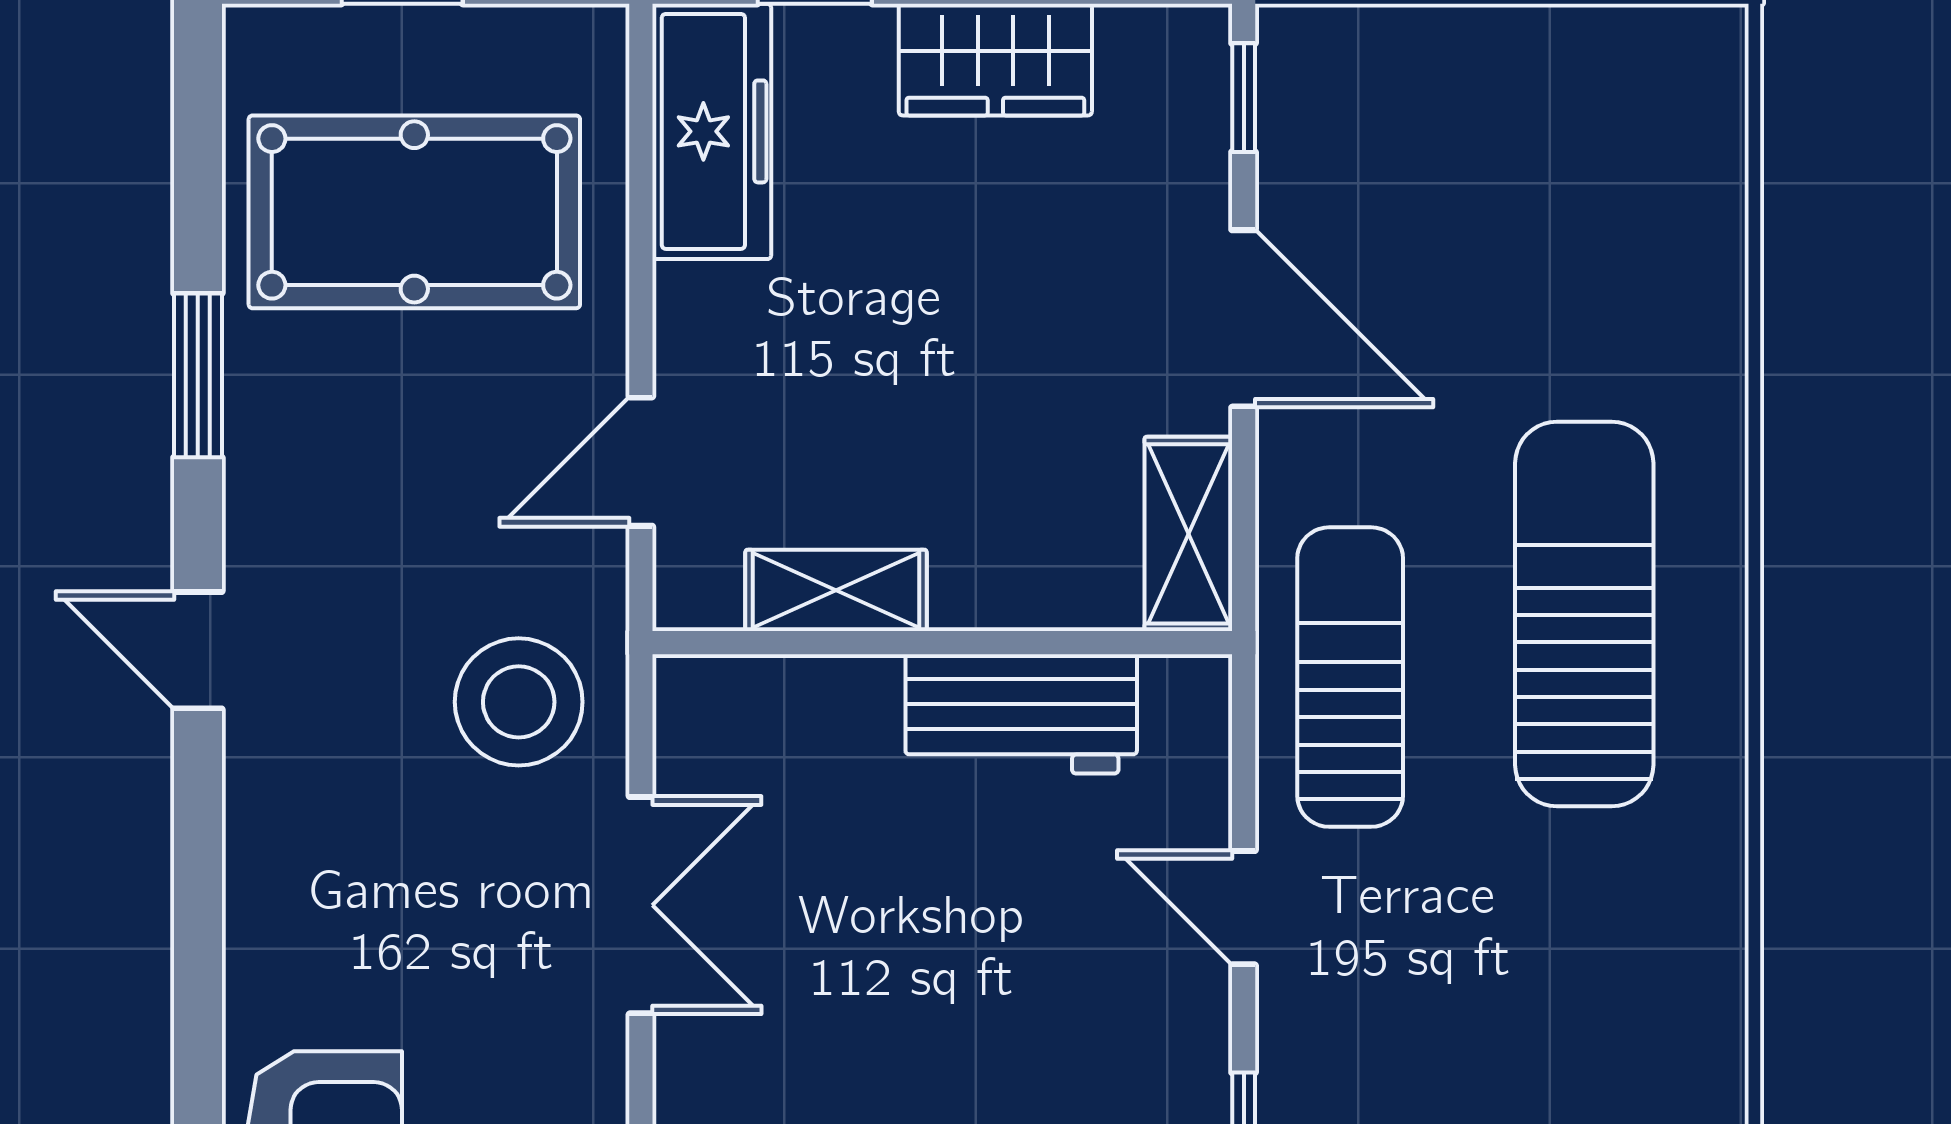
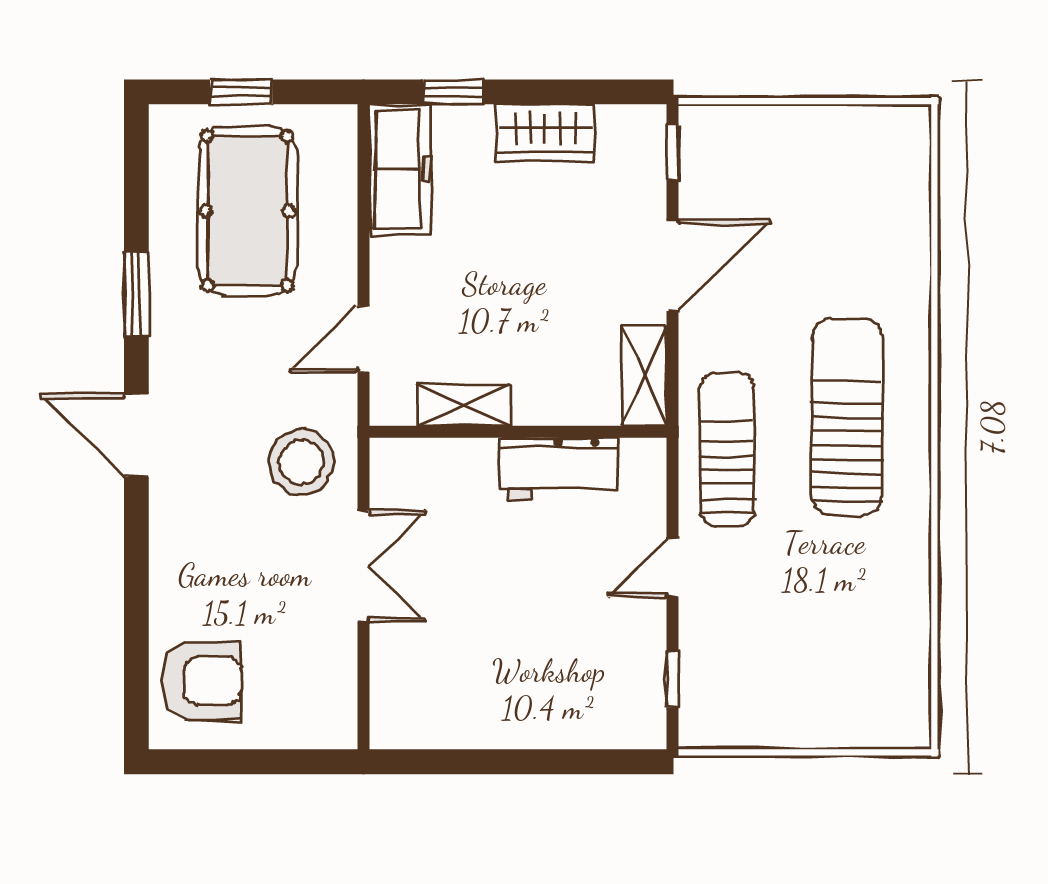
pool table: (414, 212) -> (247, 211), turned 90
door: (1244, 318) -> (672, 265), hinge flipped
door: (198, 650) -> (136, 436), width x1.38
door: (1244, 908) -> (672, 568), hinge flipped

